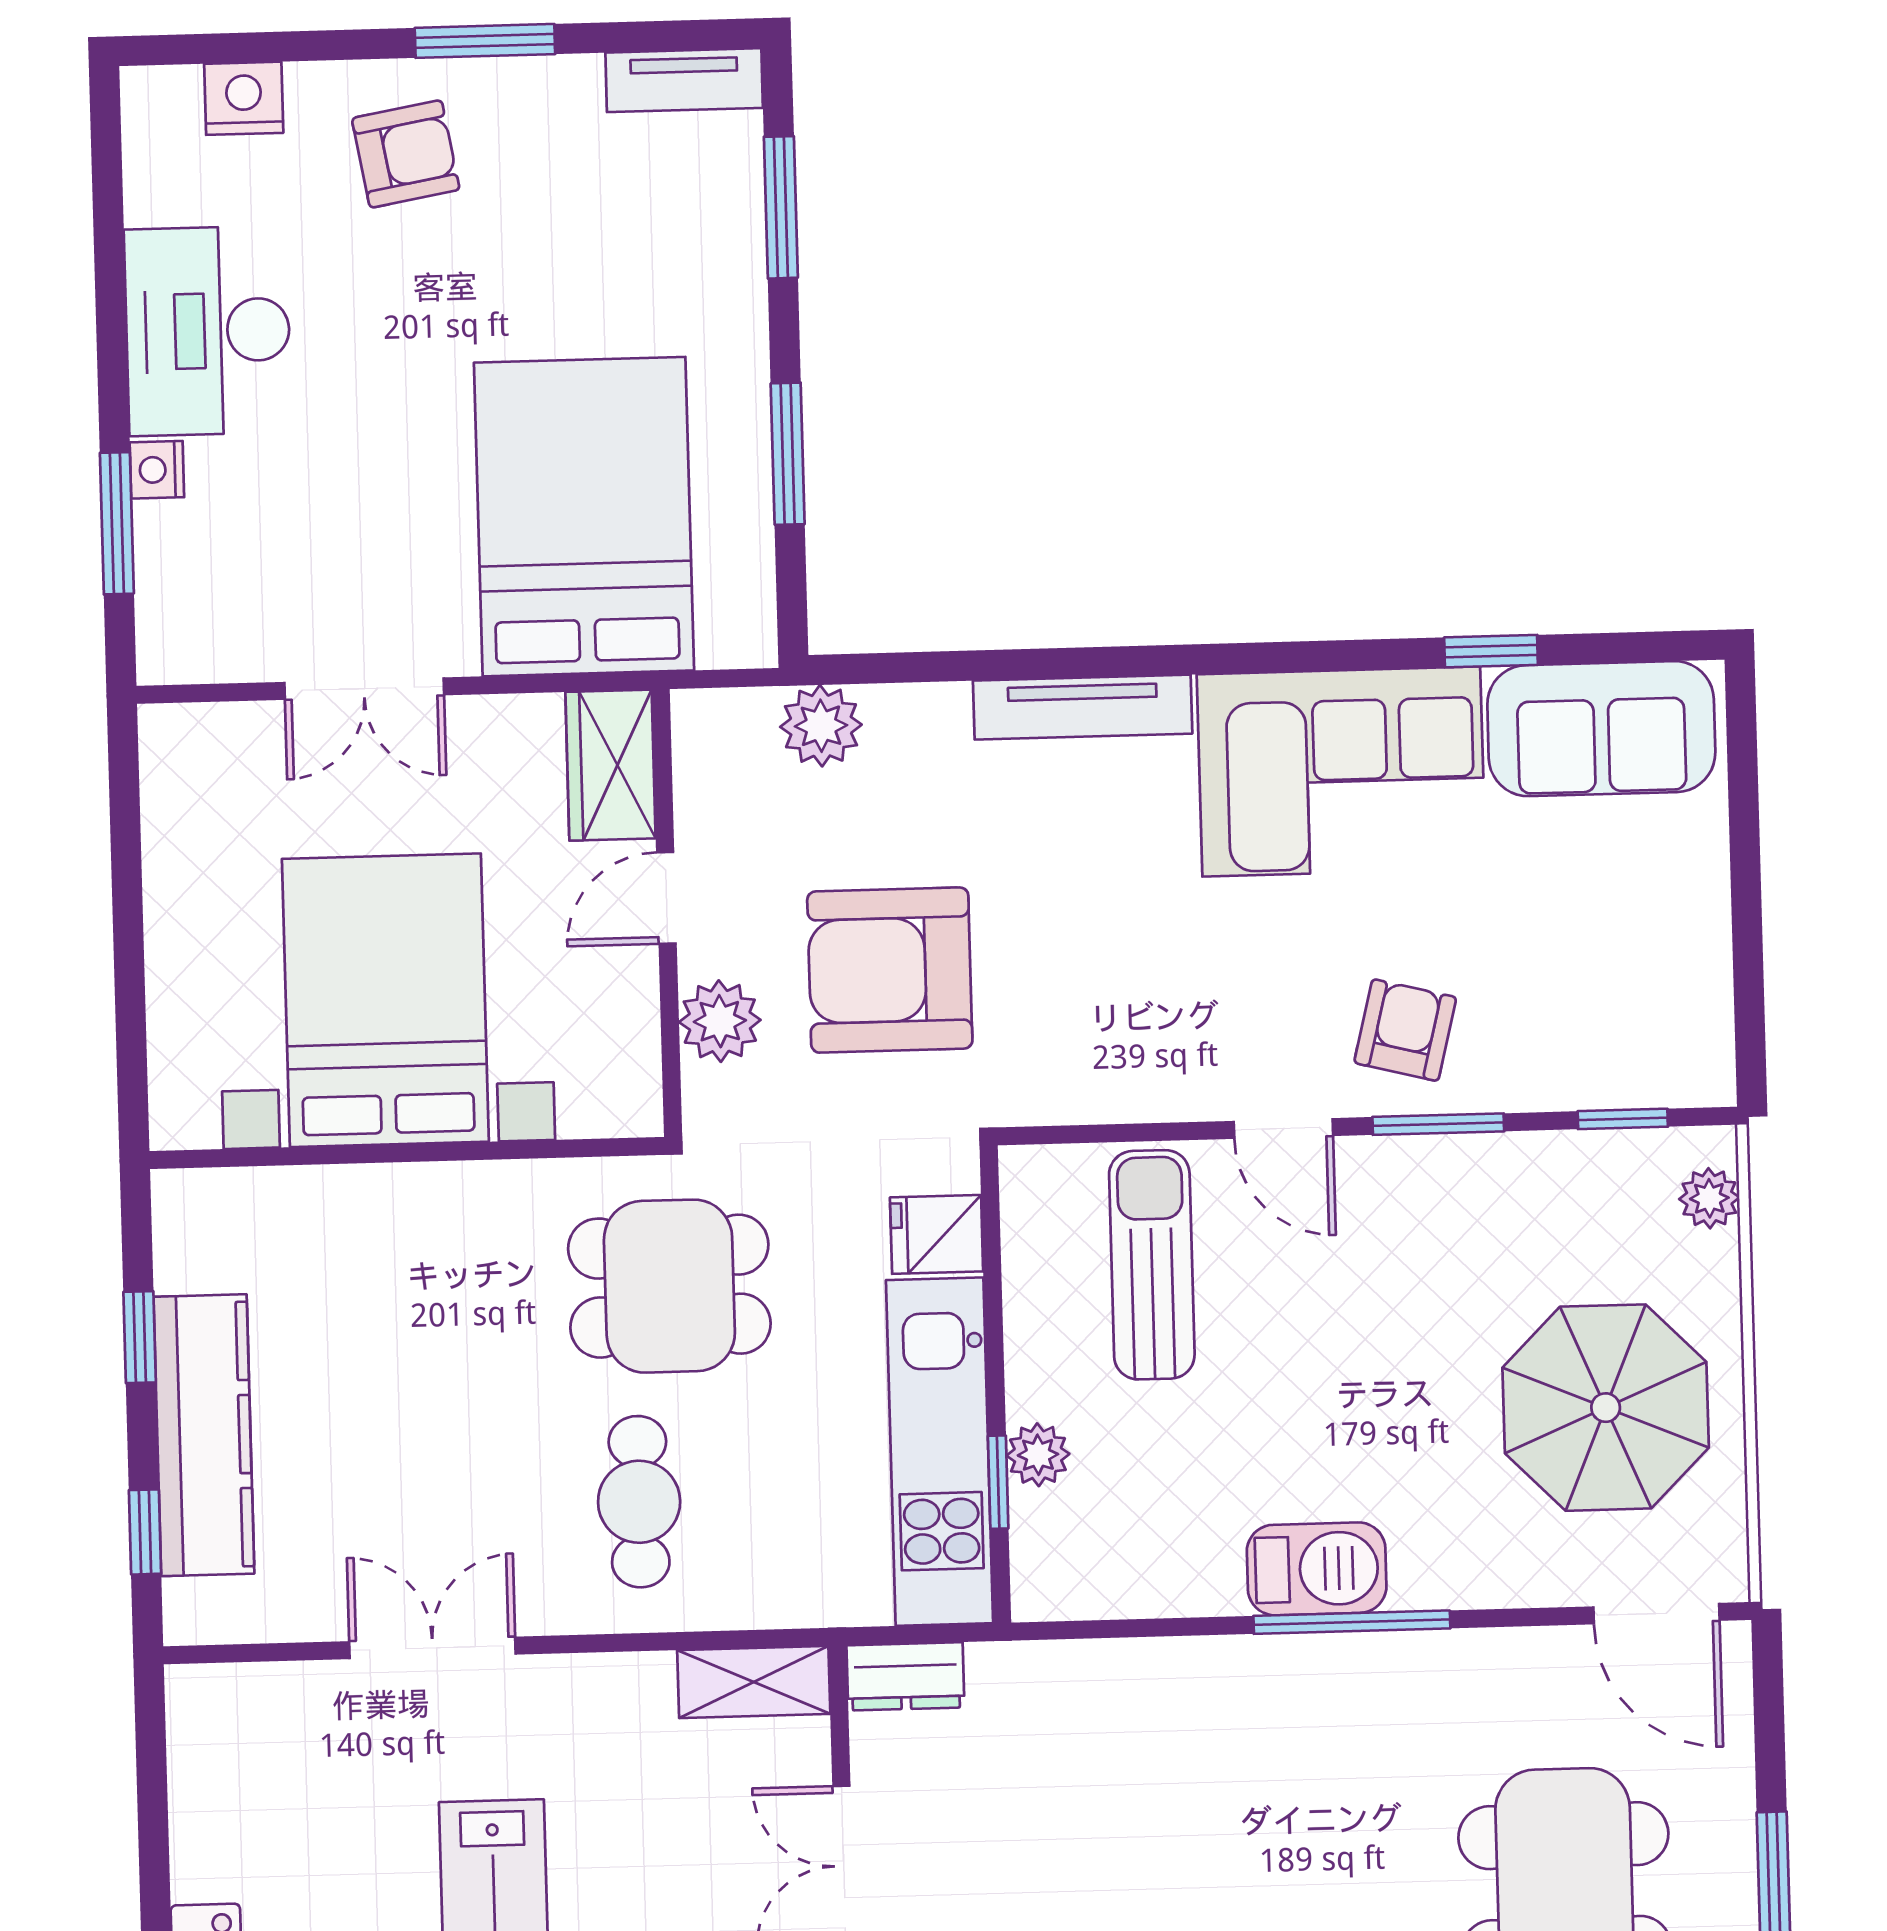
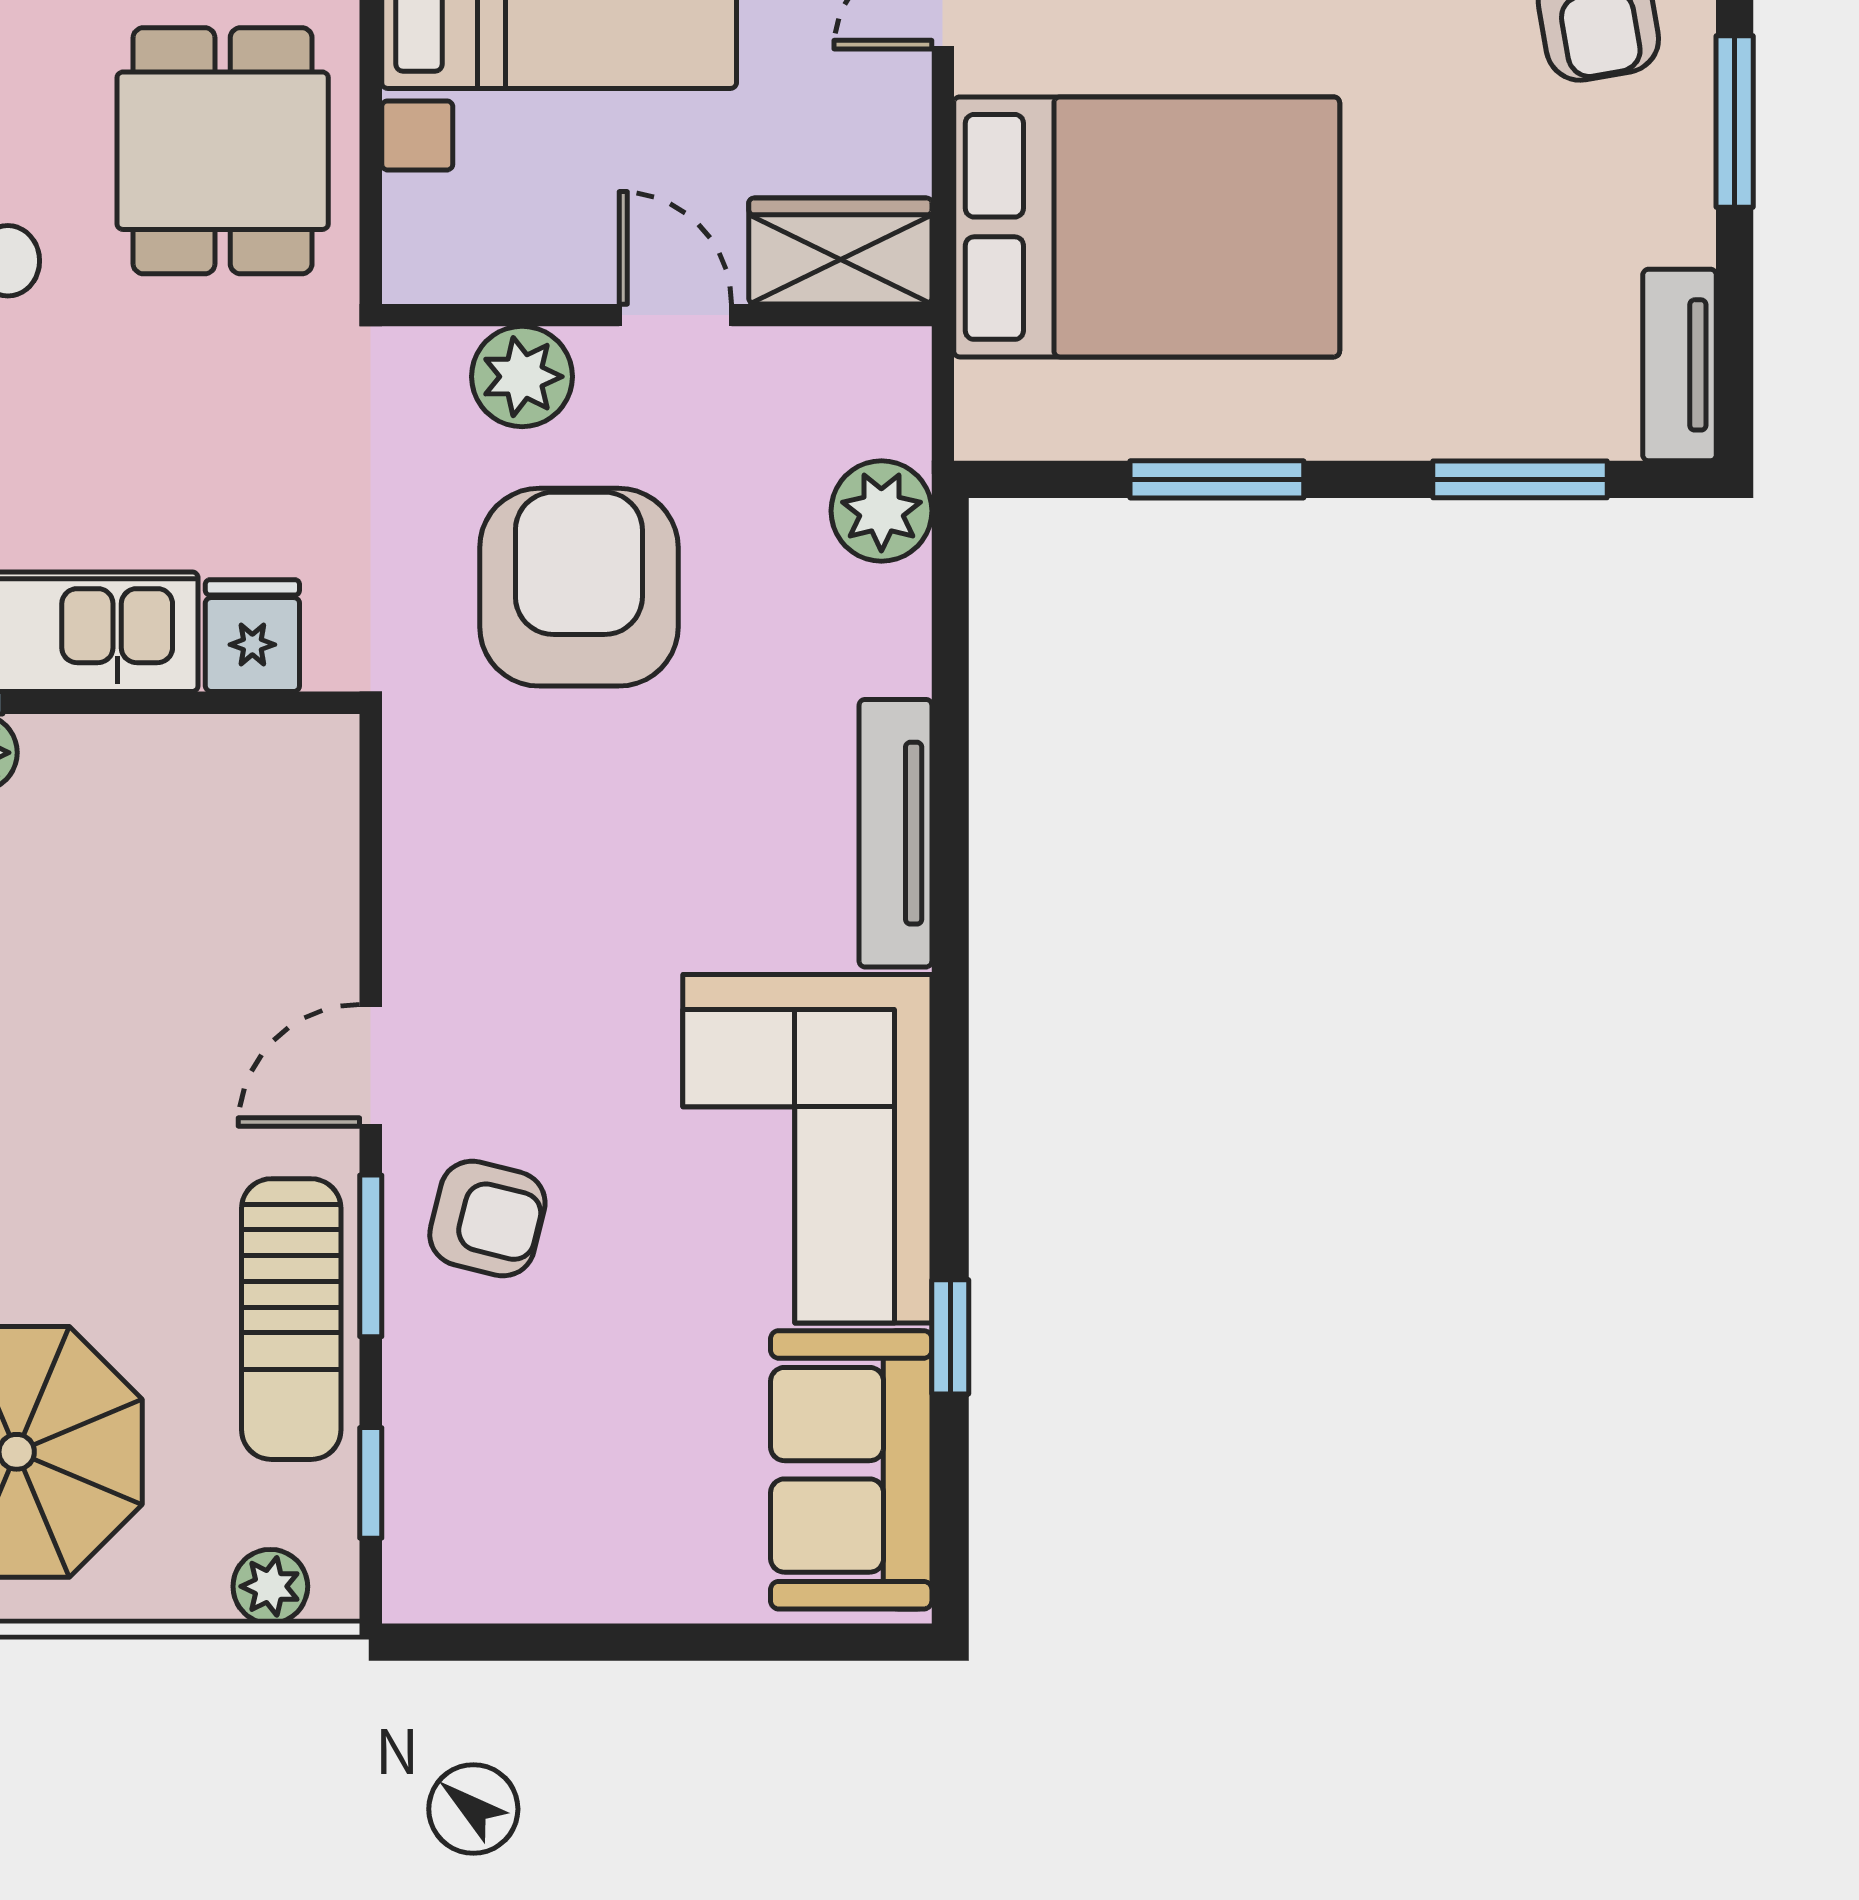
sun lounger: (1152, 1265) -> (291, 1319), moved, turned 90
dining table: (669, 1286) -> (223, 151), moved

